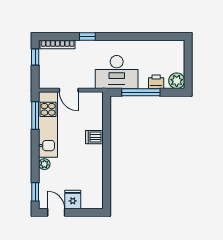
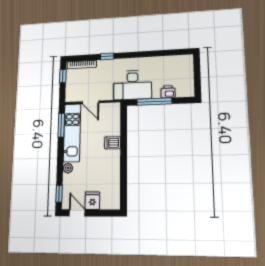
plant: (177, 81) -> (187, 90), removed

